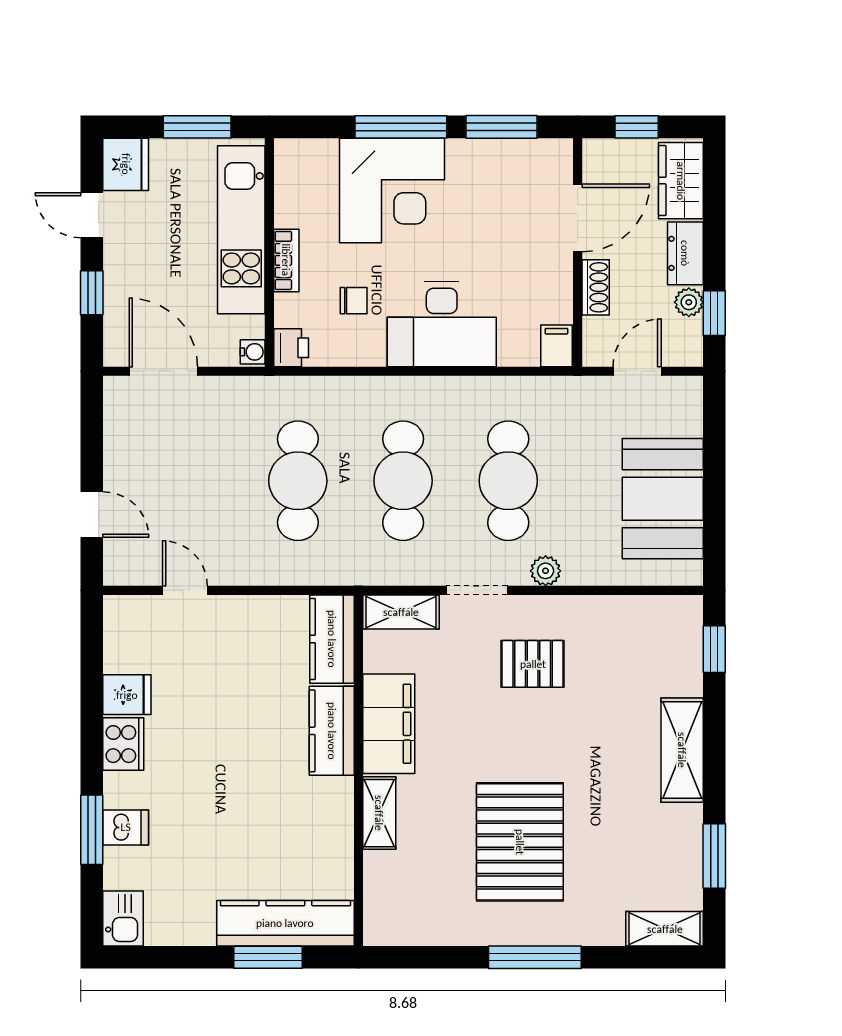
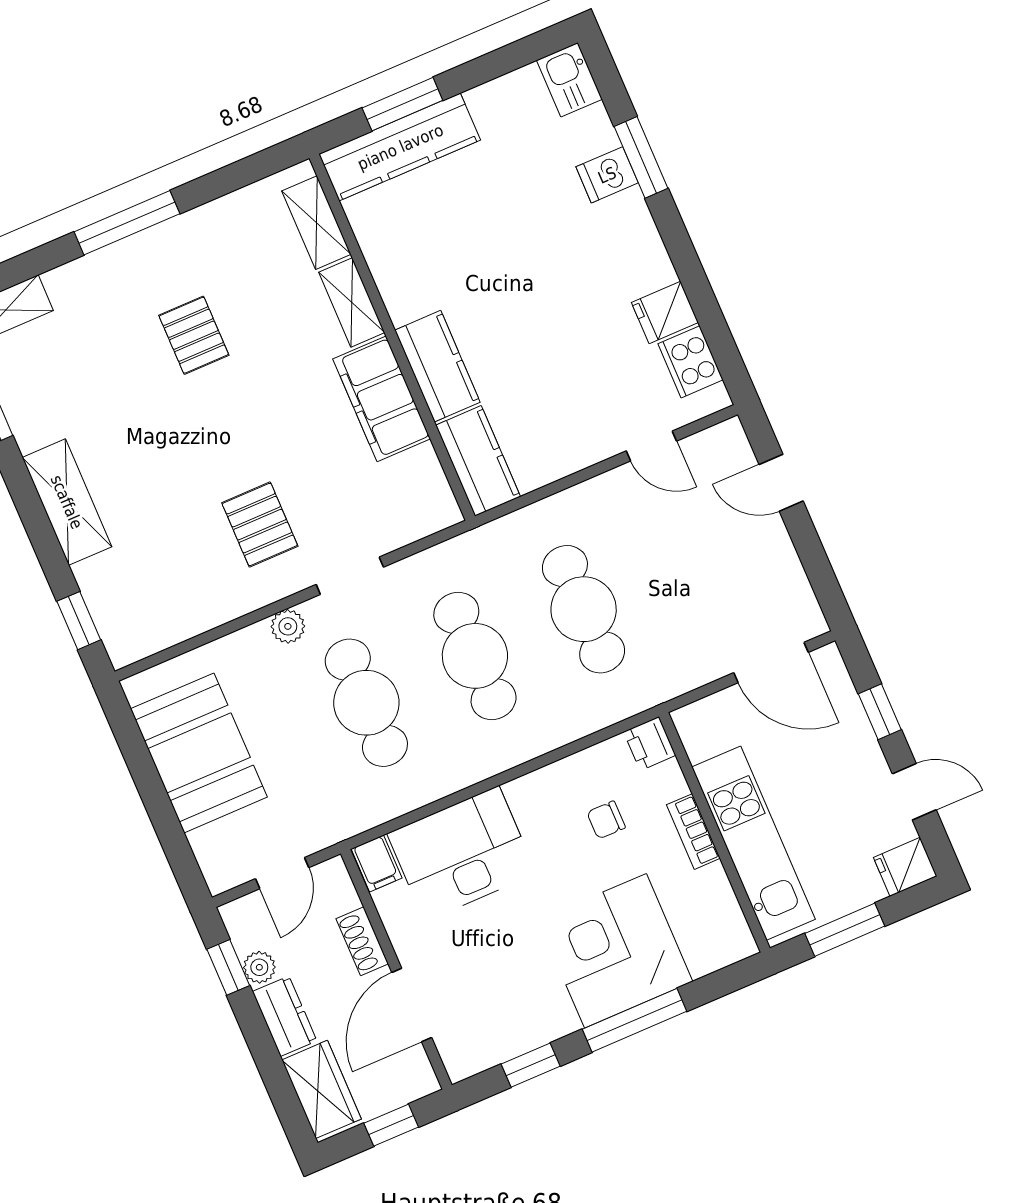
window: (502, 127) -> (531, 1065), width x0.67
fridge: (126, 164) -> (905, 867), width x0.72
desk: (442, 324) -> (462, 854), moved
water cooler: (253, 352) -> (687, 722), removed
shelving: (401, 612) -> (316, 223), moved, turned 90
pallet: (533, 664) -> (260, 525), turned 90
cooker: (123, 744) -> (690, 362), moved
pallet: (520, 842) -> (194, 335), width x0.49, depth x0.50

